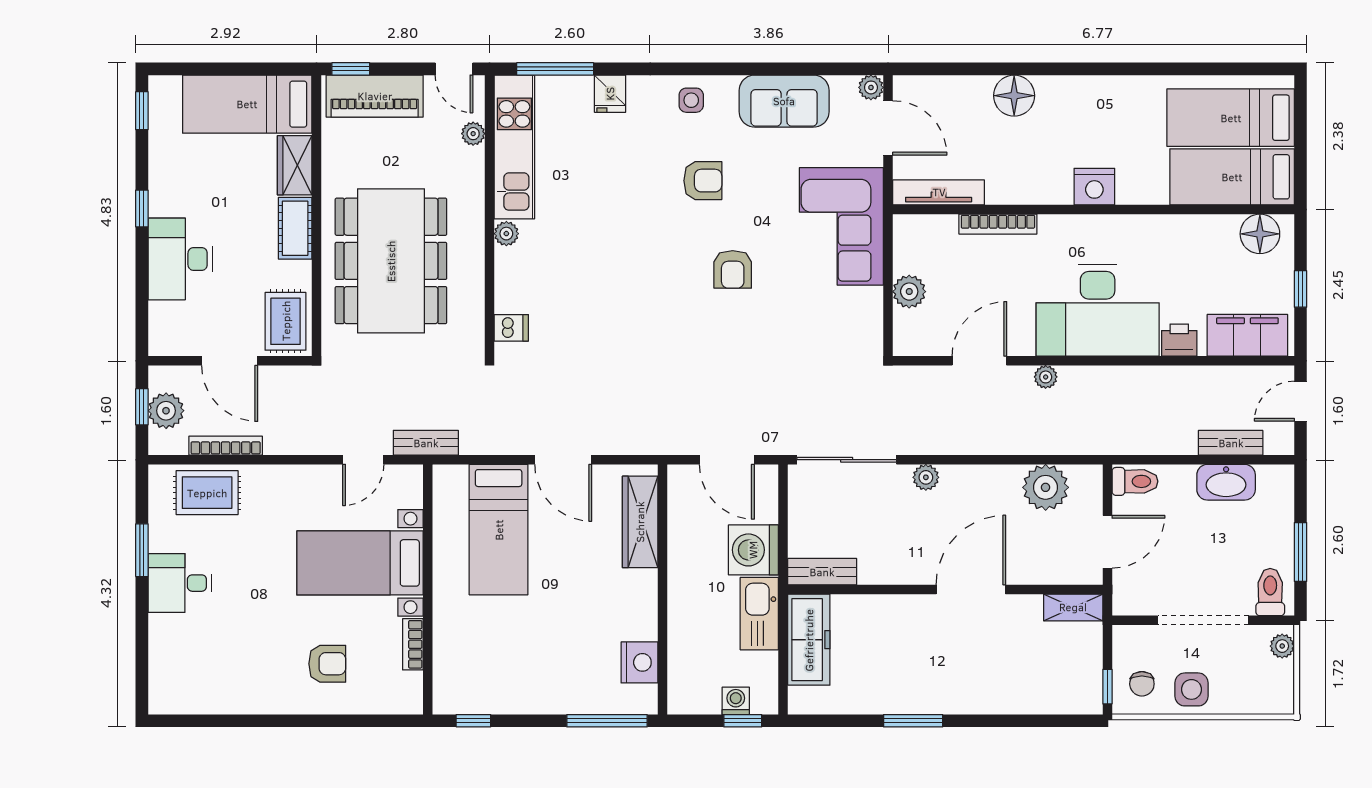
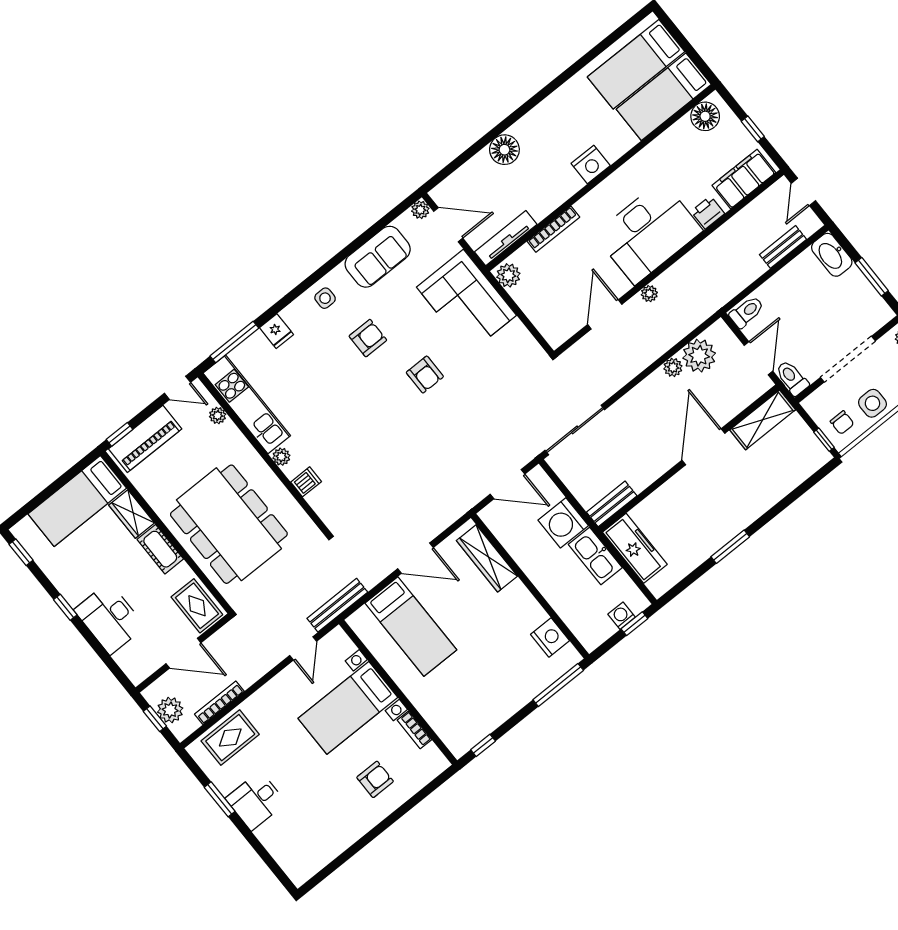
plant: (909, 292) -> (508, 275), moved
dishwasher: (511, 328) -> (306, 482), moved
bench: (426, 443) -> (337, 605), width x1.36
plant: (926, 477) -> (673, 367), moved
washbasin: (1226, 482) -> (832, 255), moved, turned 90
toilet: (1270, 592) -> (792, 378), moved
shelving: (1073, 607) -> (763, 420), width x1.50, depth x1.33

